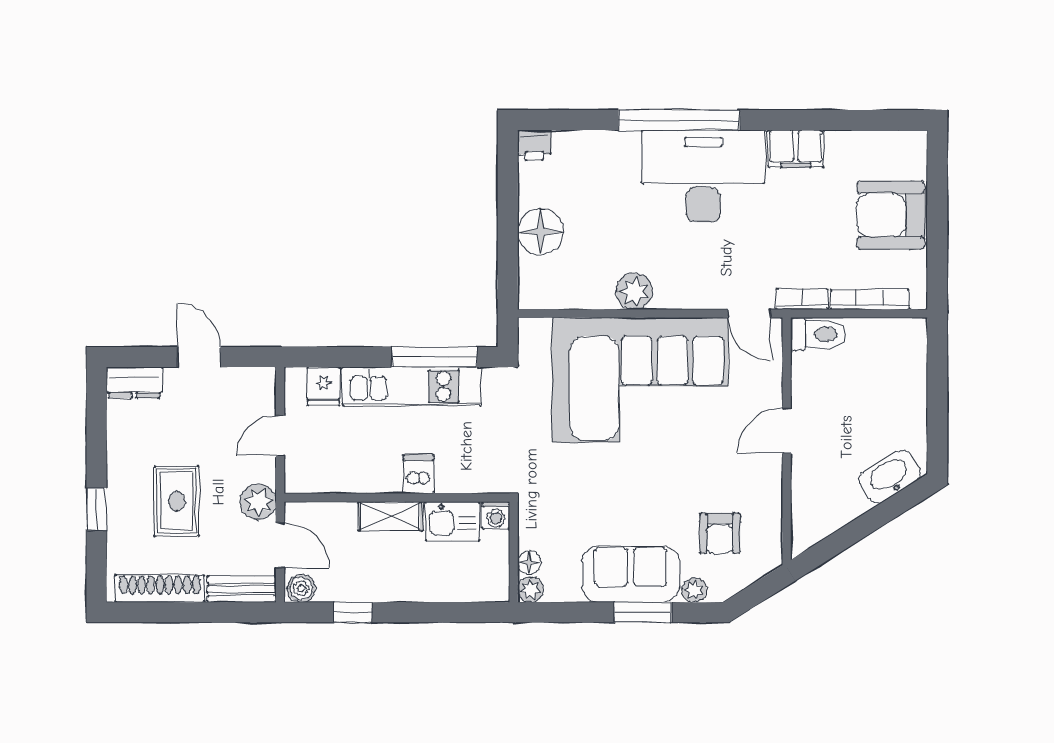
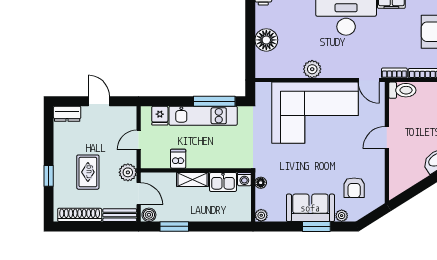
dishwasher: (419, 474) -> (178, 159), moved
floor lamp: (529, 562) -> (261, 183), moved
window: (353, 612) -> (174, 226), width x1.50

